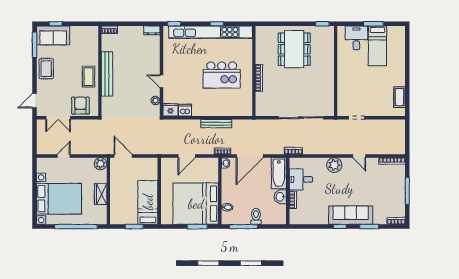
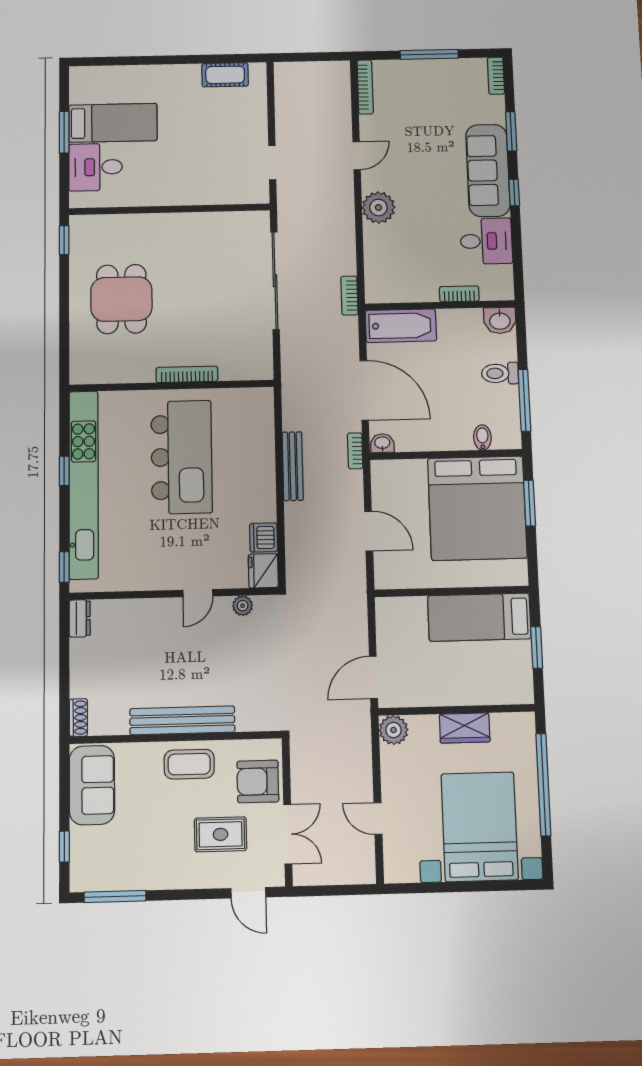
sofa: (53, 35) -> (92, 785), moved
dining table: (294, 49) -> (121, 299), width x0.73
rug: (46, 69) -> (221, 834), moved
kitchen island: (222, 75) -> (182, 457), width x1.37
desk: (301, 179) -> (486, 241), moved, turned -90
washbasin: (280, 197) -> (500, 320), moved

